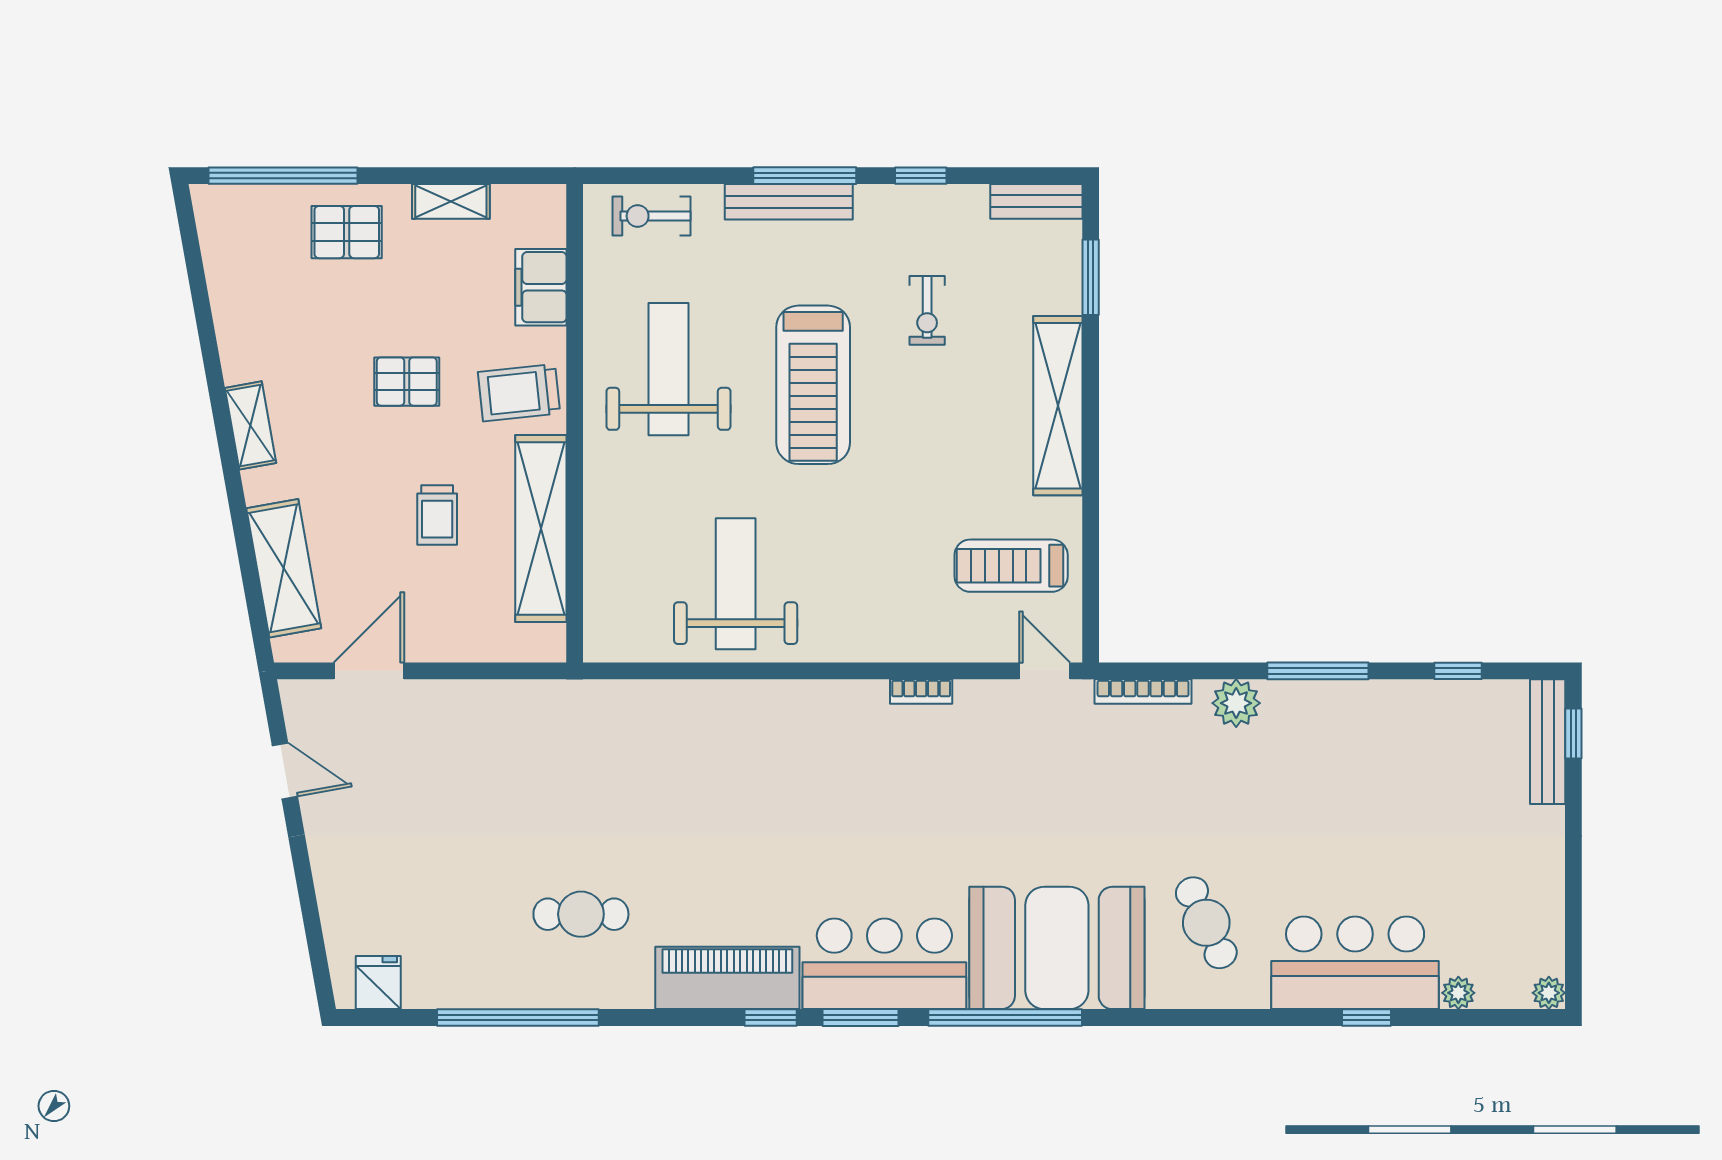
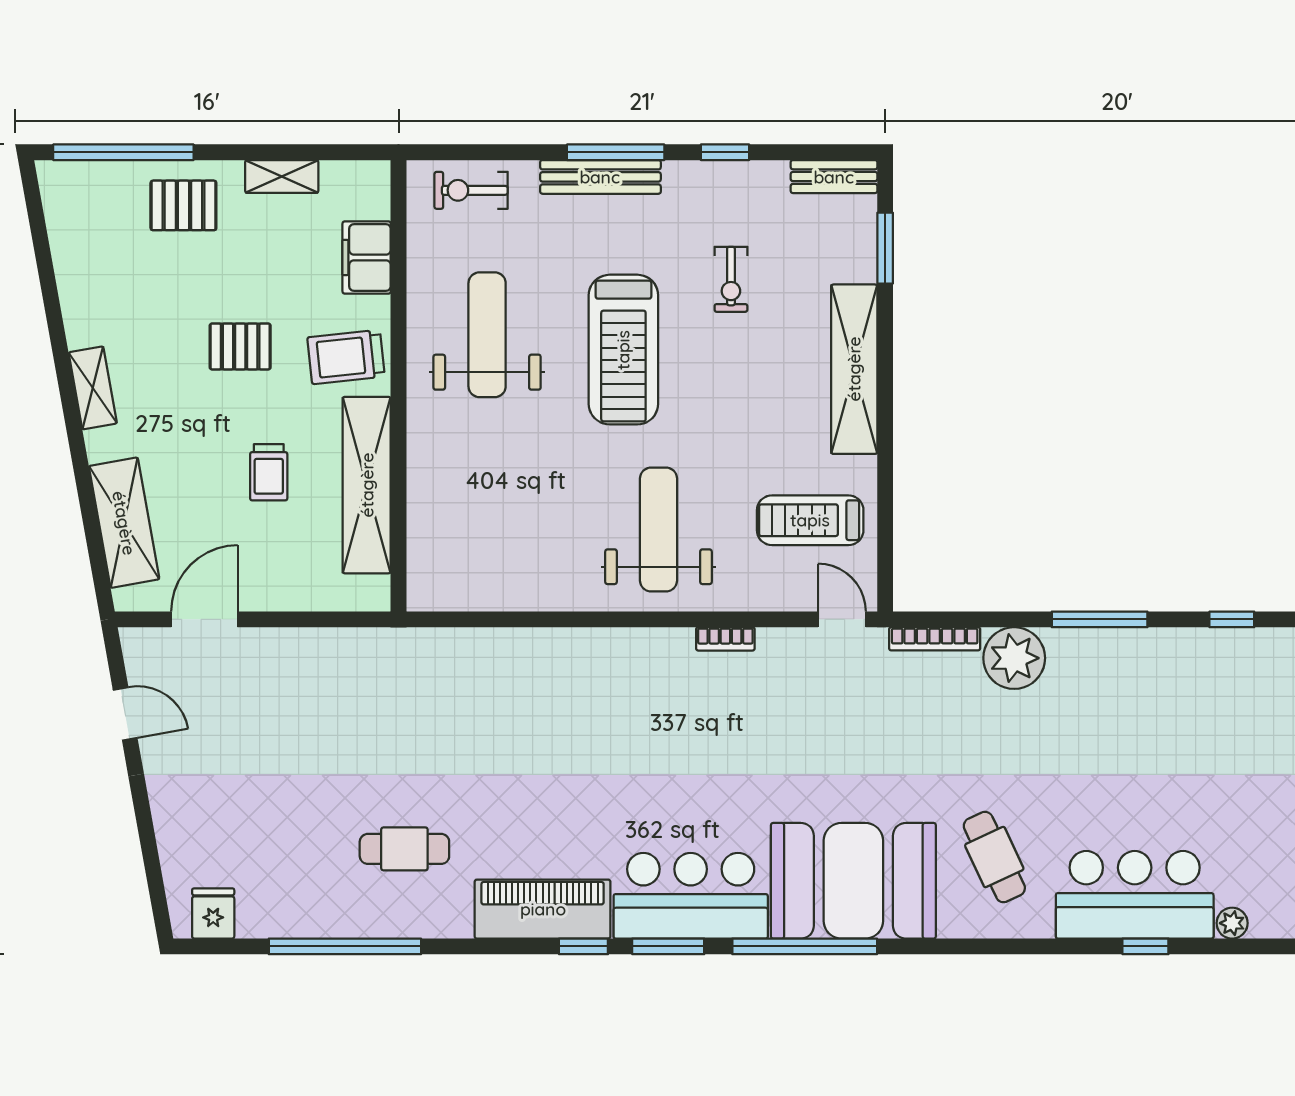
weight bench: (736, 584) -> (658, 530), moved
plant: (1236, 703) -> (1014, 658), width x1.36, depth x1.36

